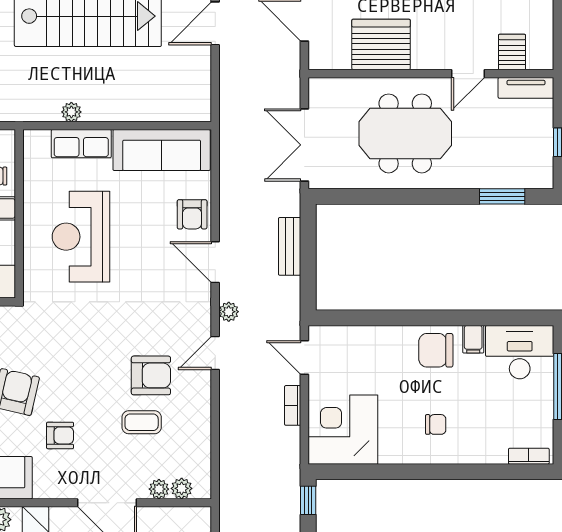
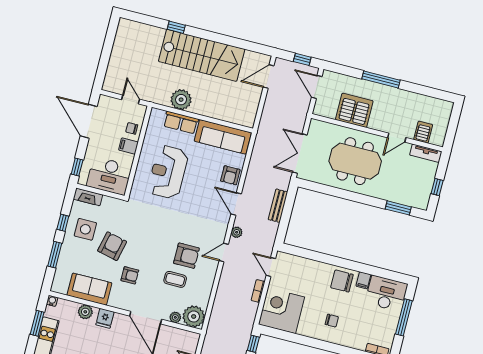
plant: (71, 112) -> (181, 100), width x1.87, depth x1.87
plant: (182, 488) -> (194, 316), width x1.87, depth x1.87

